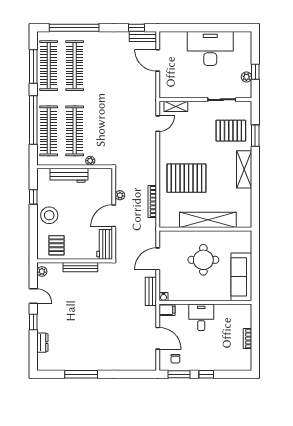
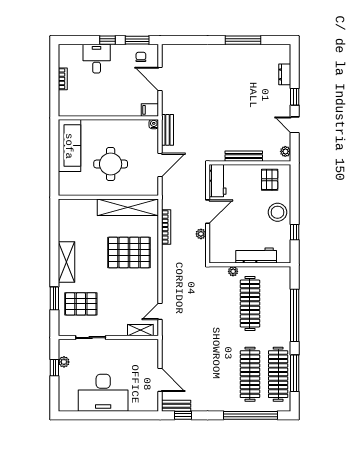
clothes rail: (49, 131) -> (278, 304), removed
shelving: (208, 220) -> (128, 207), moved
desk: (201, 317) -> (97, 59), moved, turned 180

